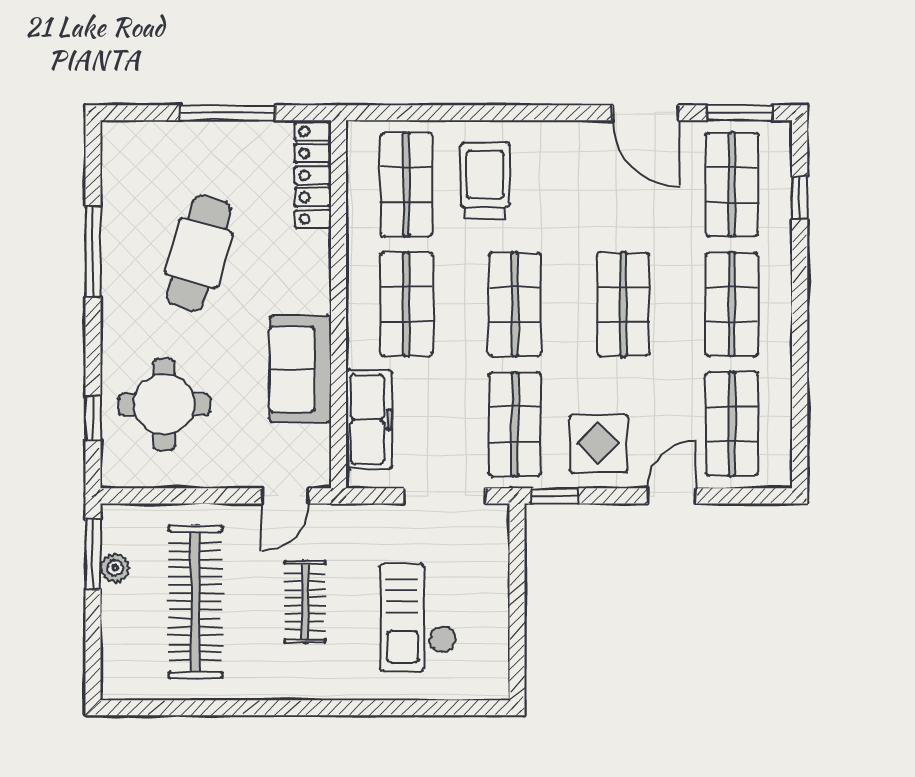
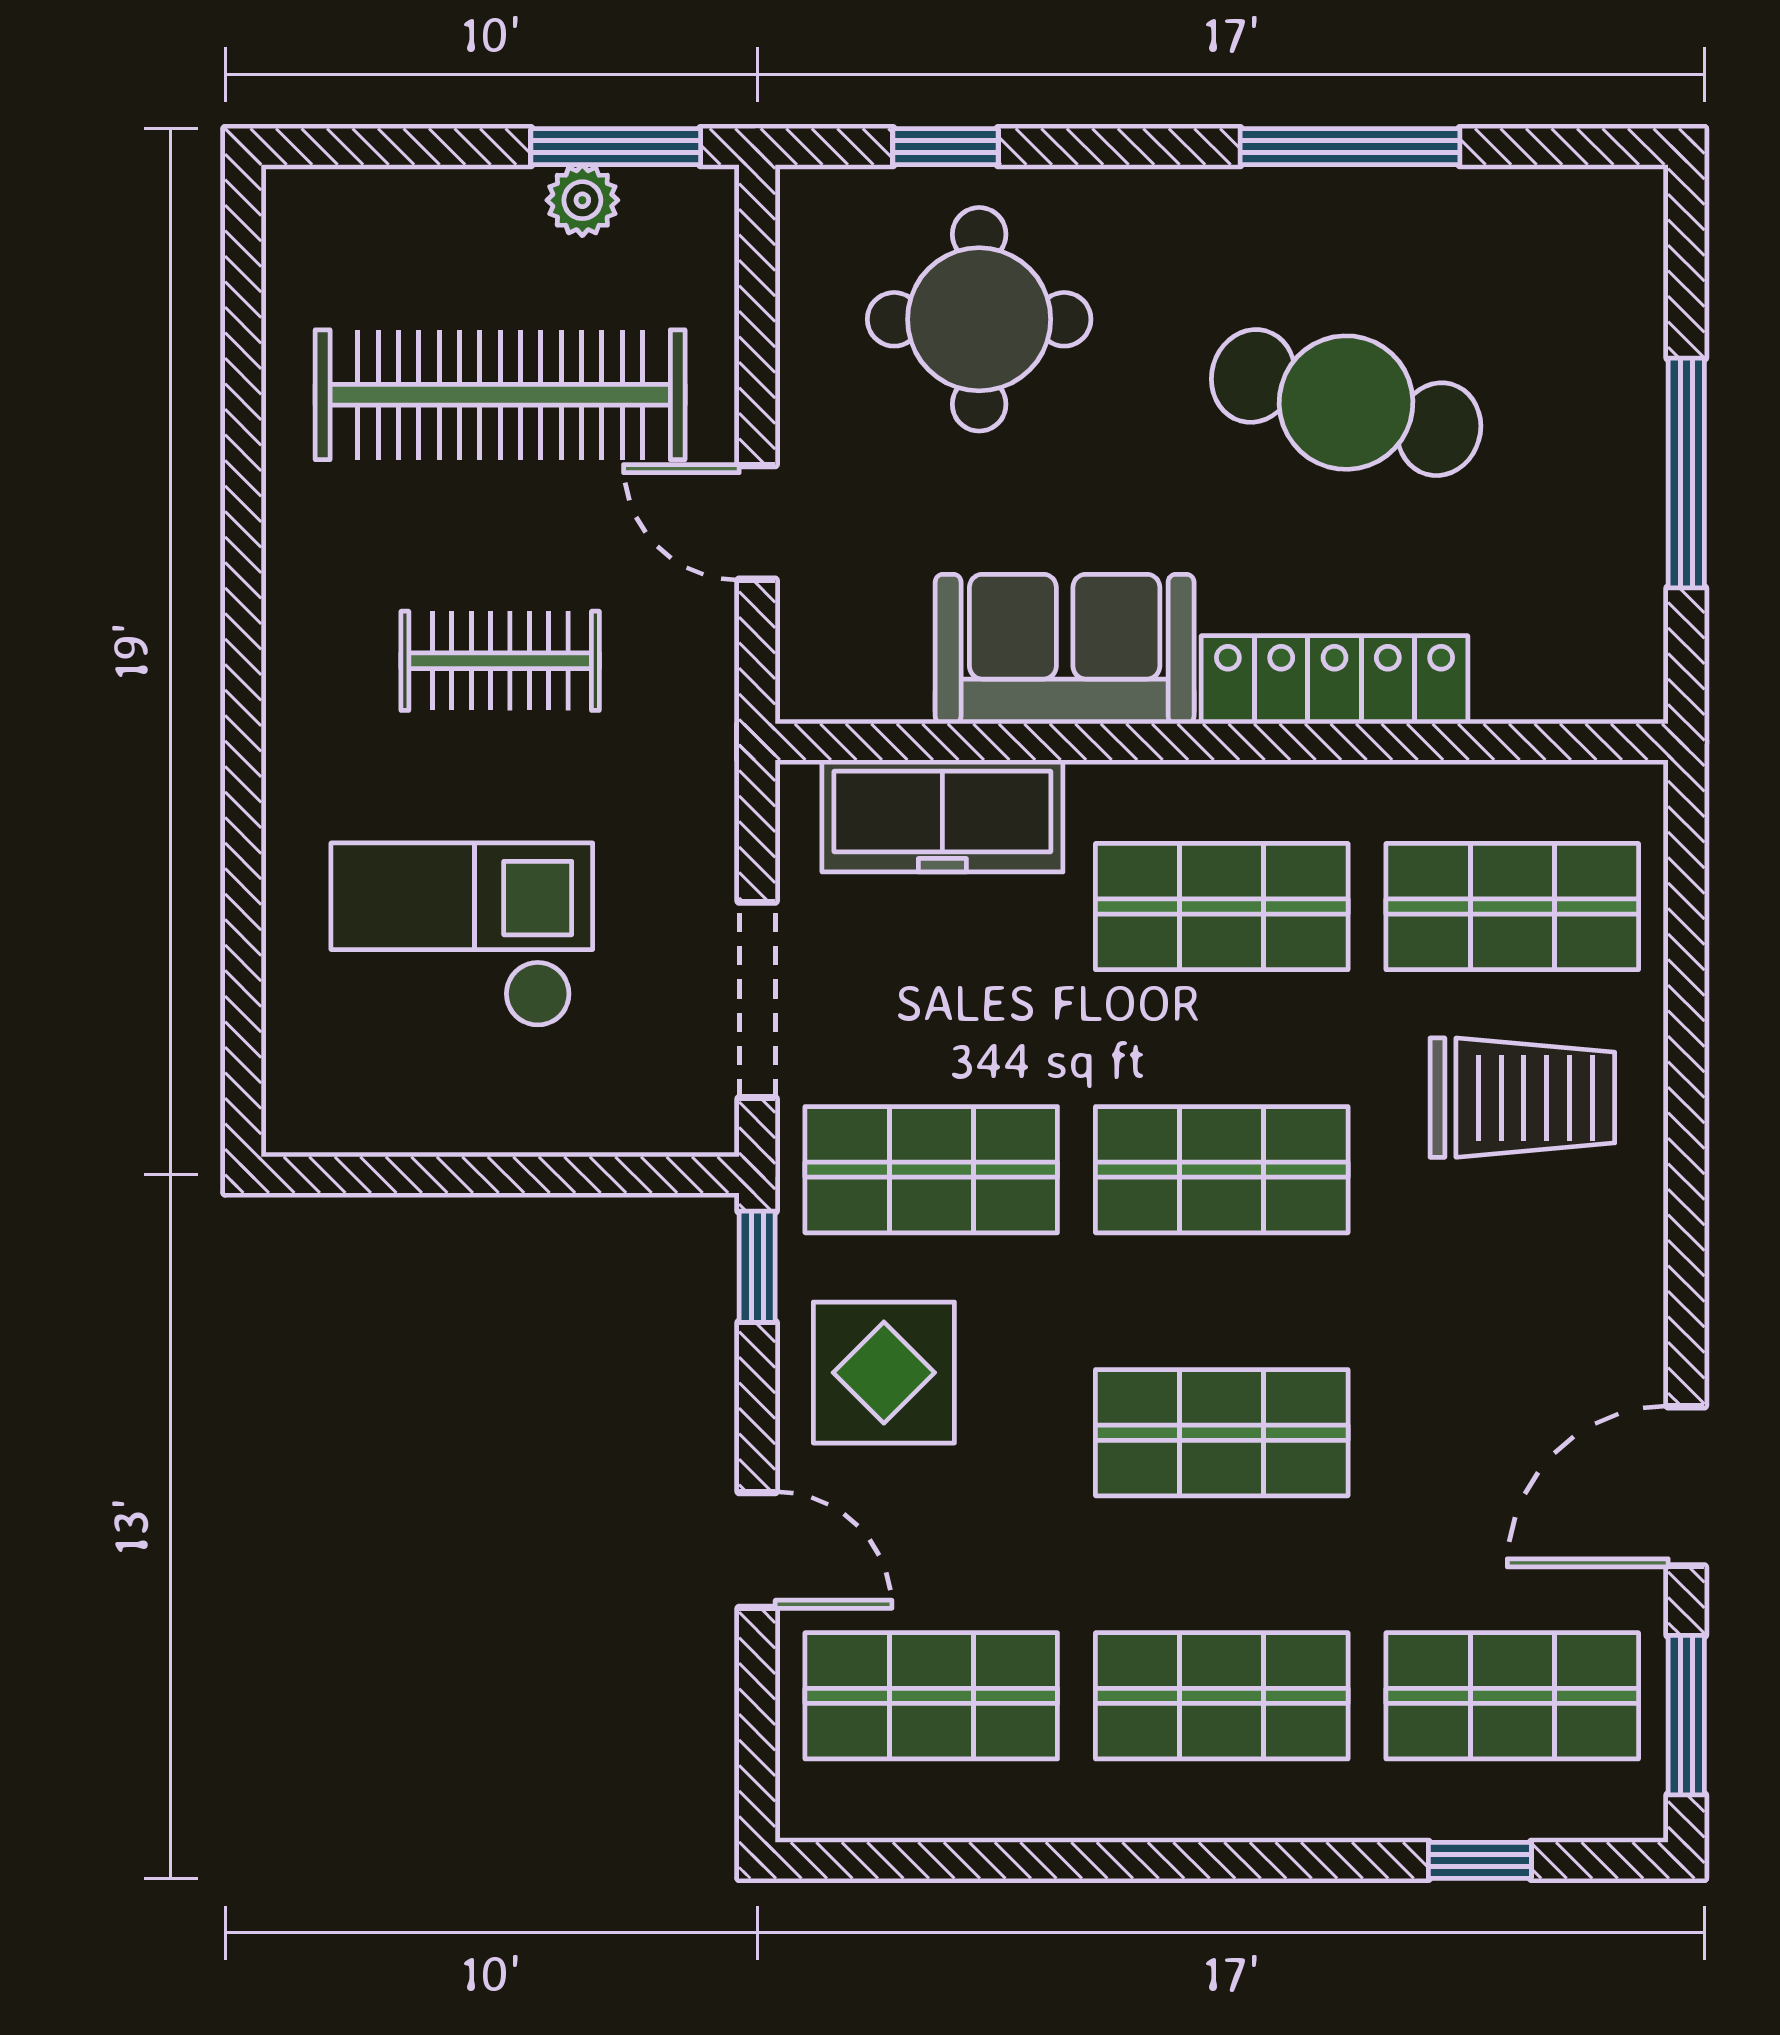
locker: (313, 175) -> (1334, 680), moved
door: (285, 496) -> (757, 522), moved

